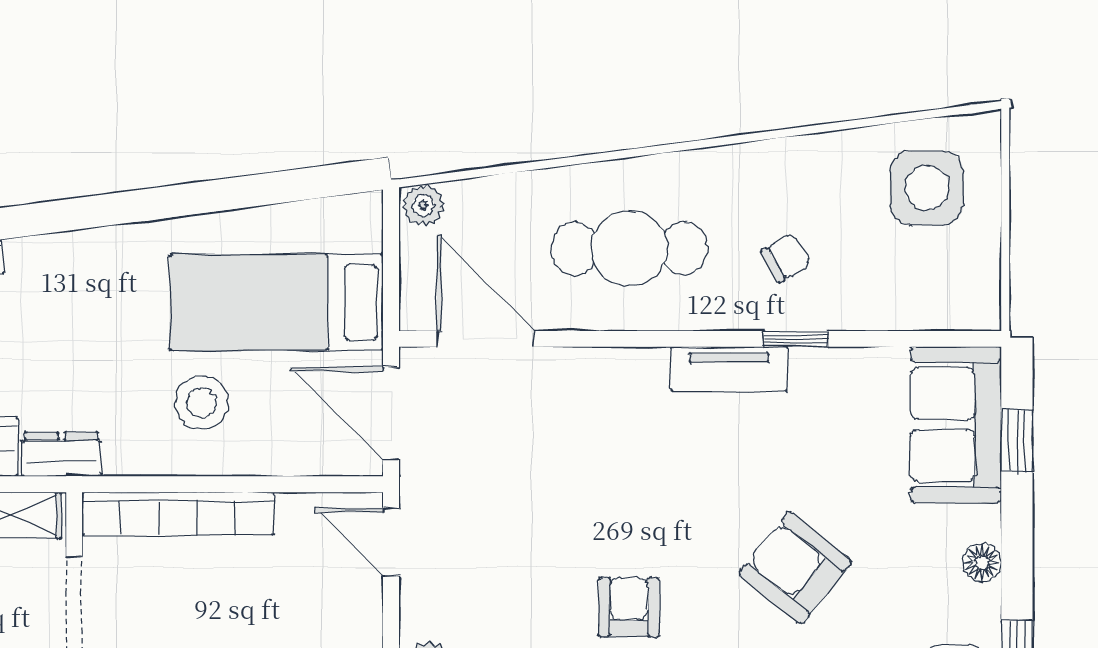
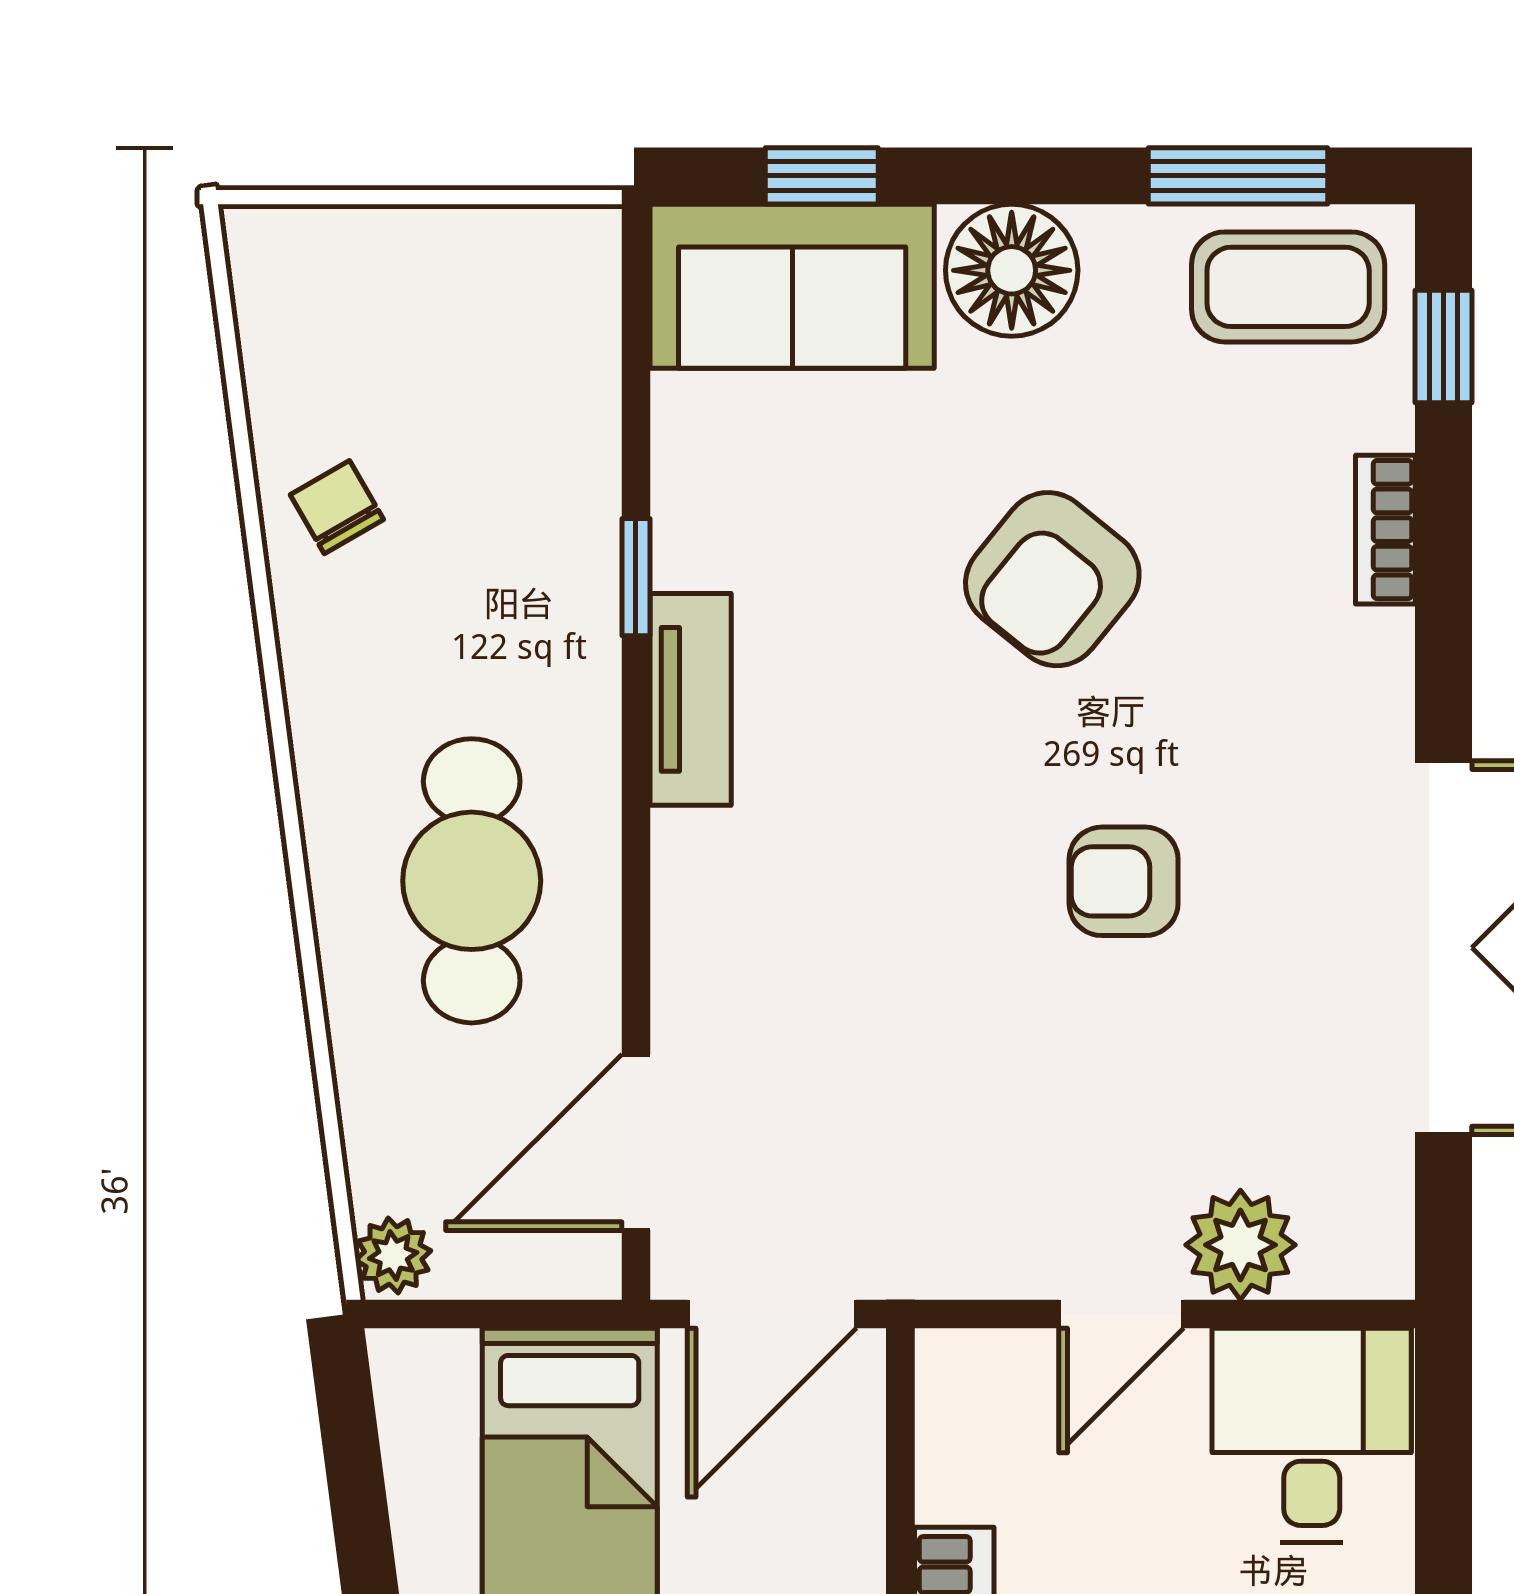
side table: (927, 188) -> (362, 340), removed
chair: (786, 258) -> (337, 507), moved
door: (391, 542) -> (1121, 1314), moved
floor lamp: (982, 563) -> (1012, 270), width x1.89, depth x1.89

